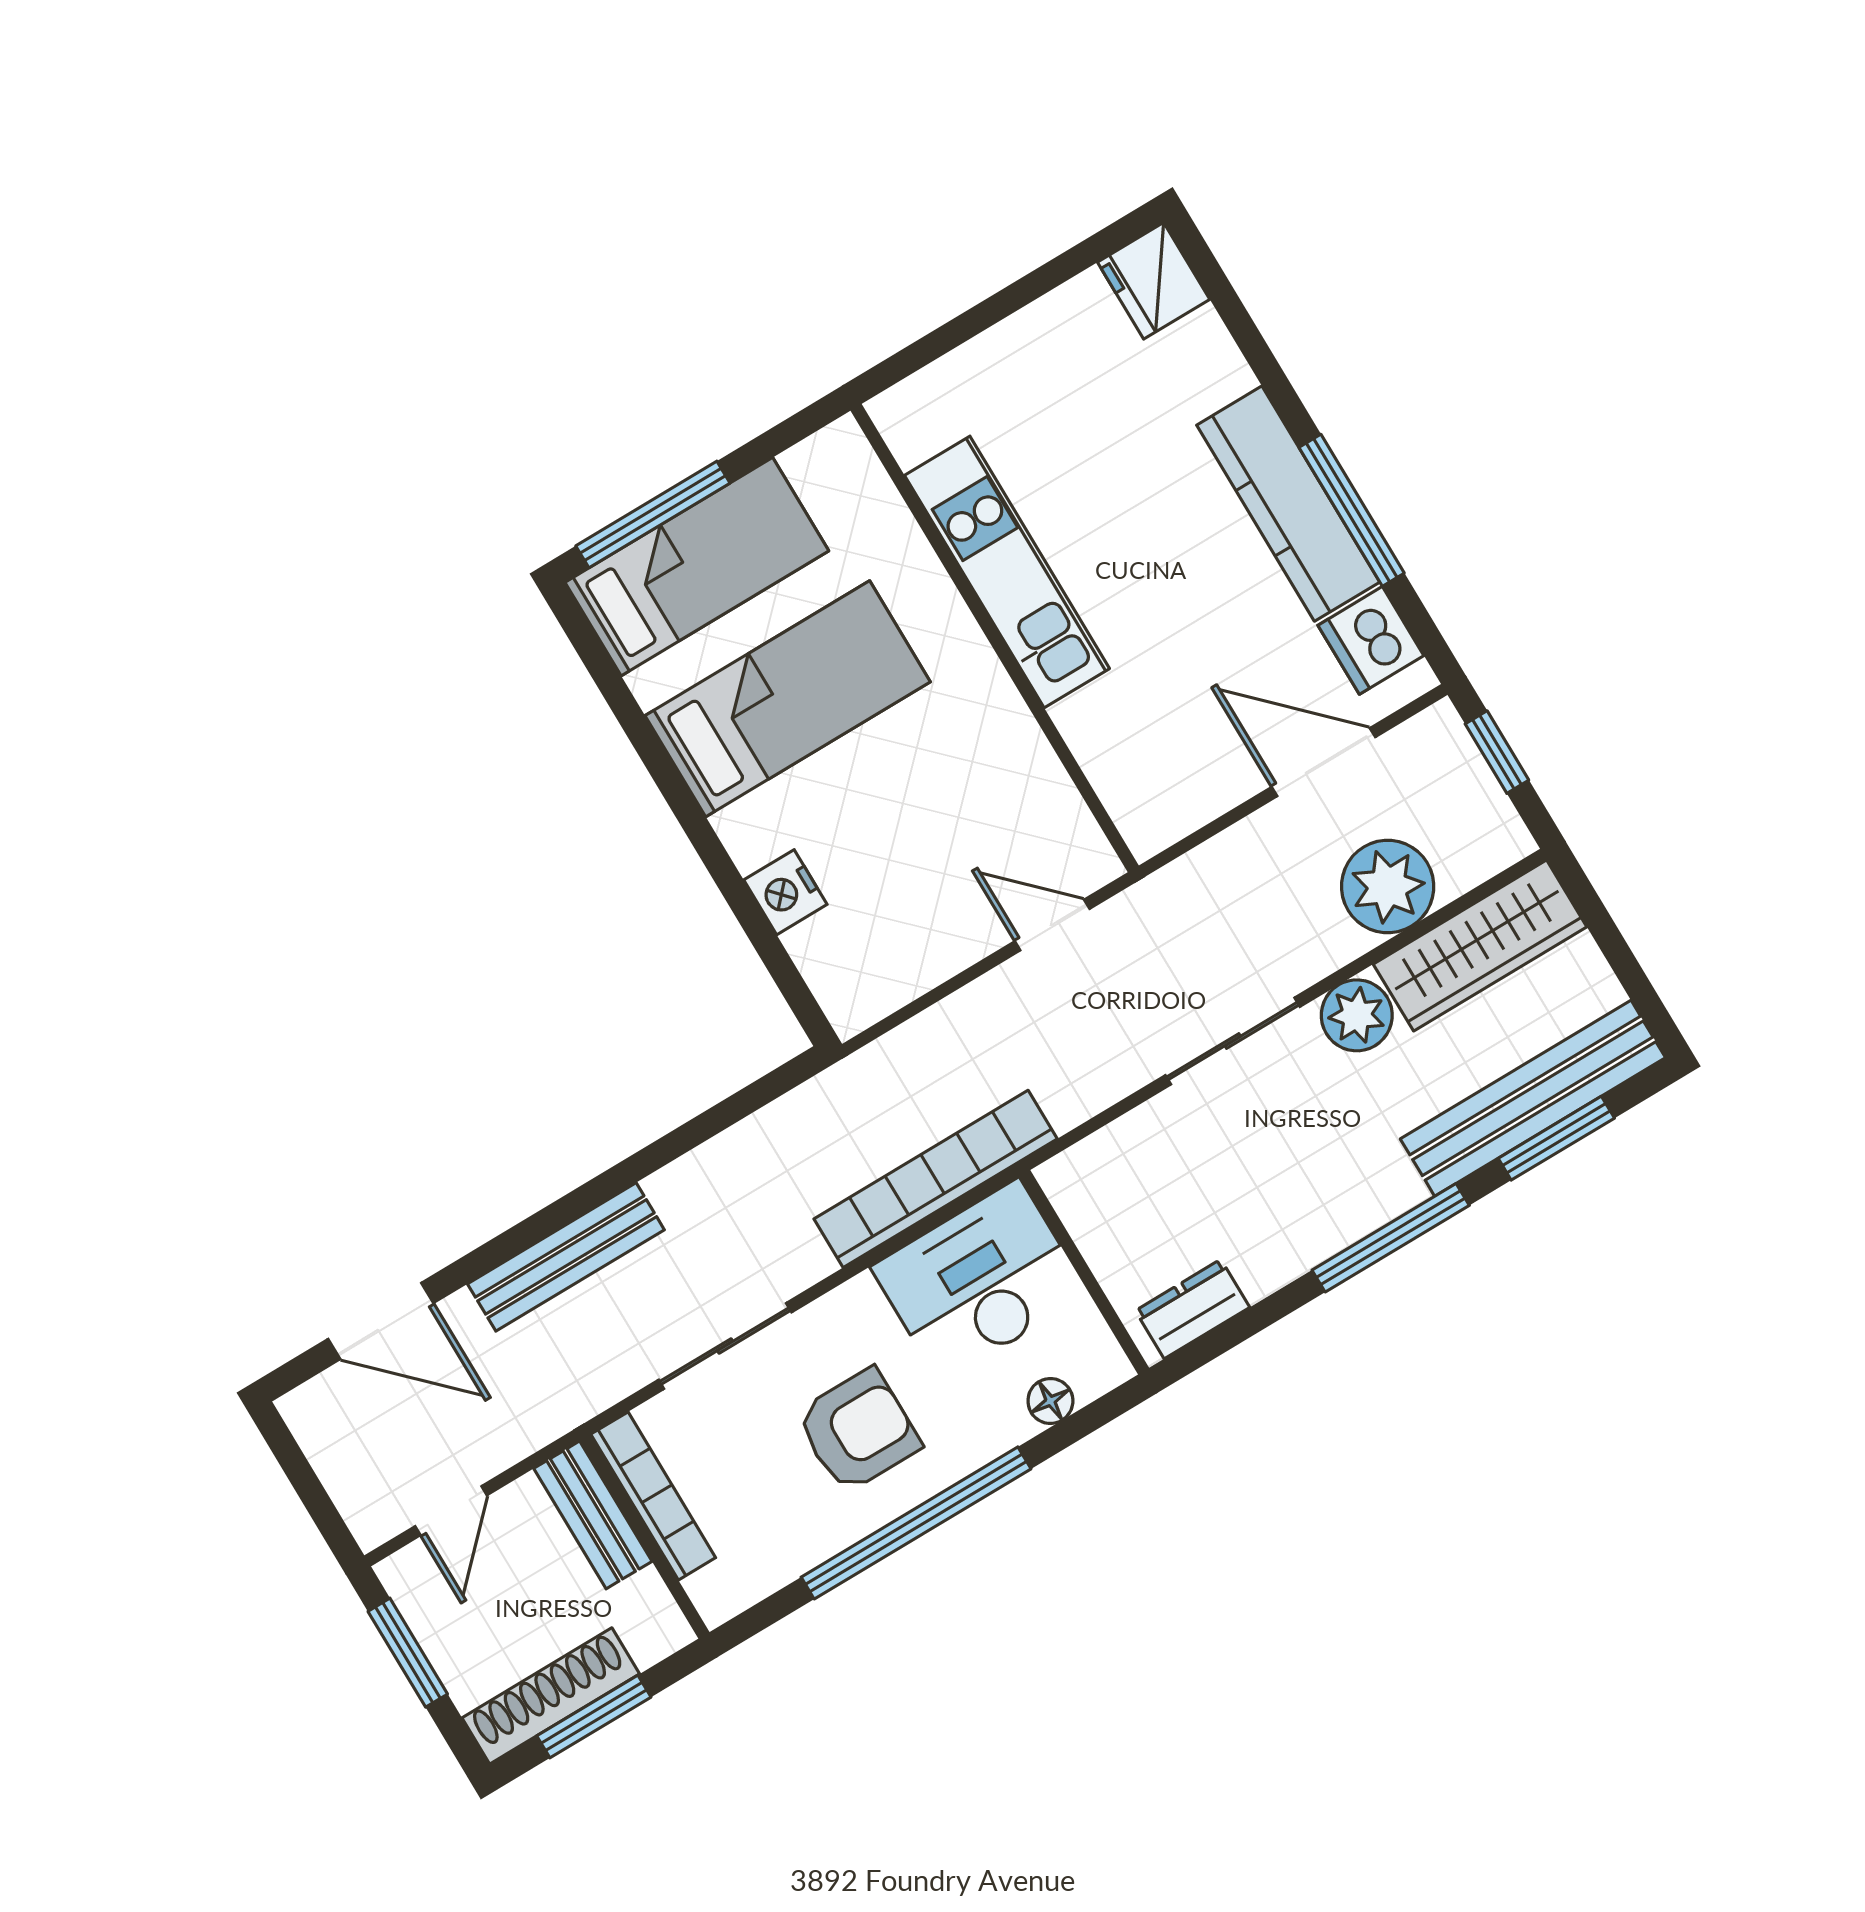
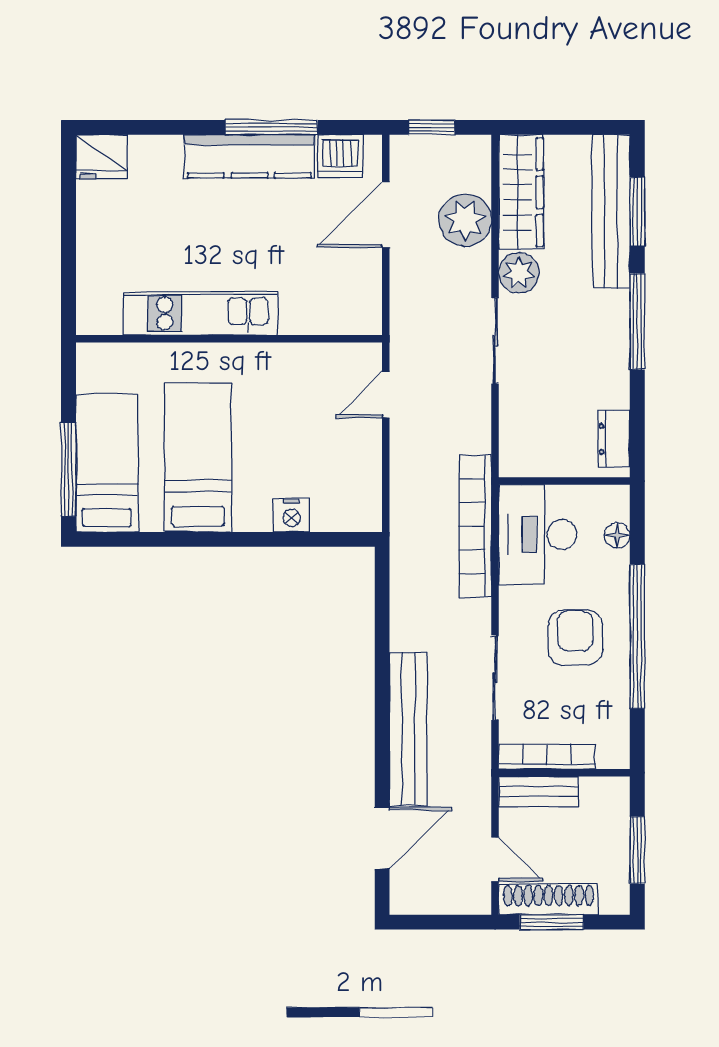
bench: (566, 1257) -> (408, 729), width x1.37, depth x1.21
shoe rack: (551, 1696) -> (548, 900), moved, turned 90

